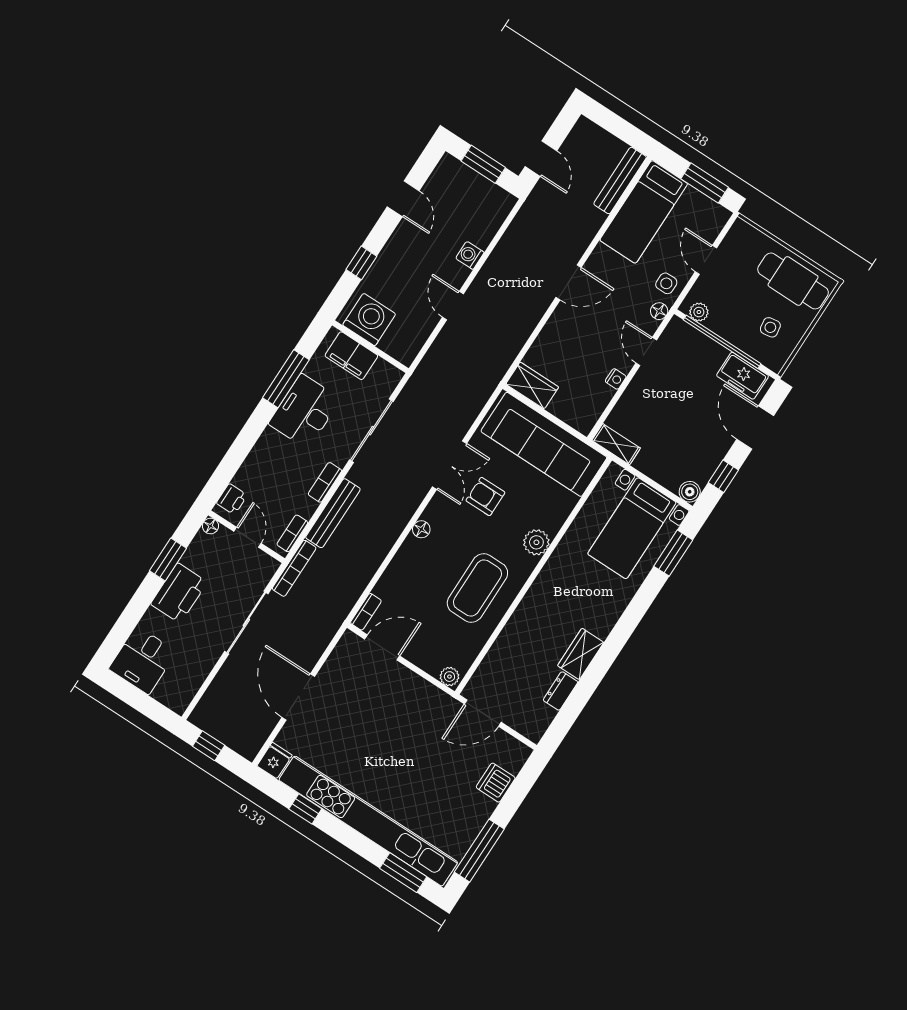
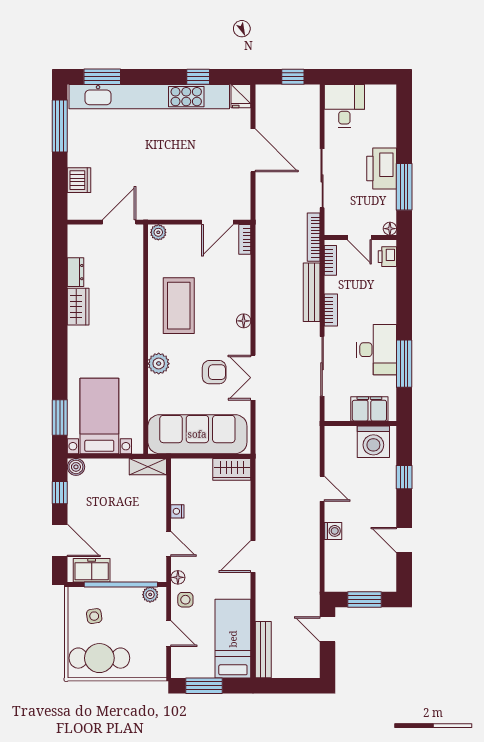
window: (168, 559) -> (404, 187), width x1.44
desk: (143, 660) -> (344, 106), moved

